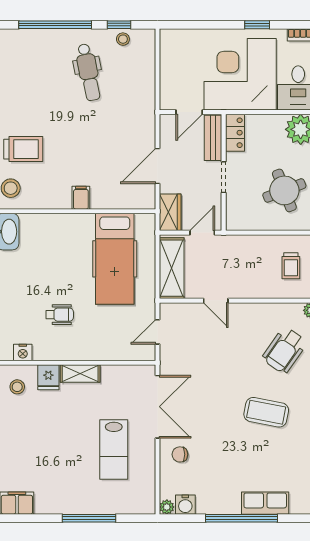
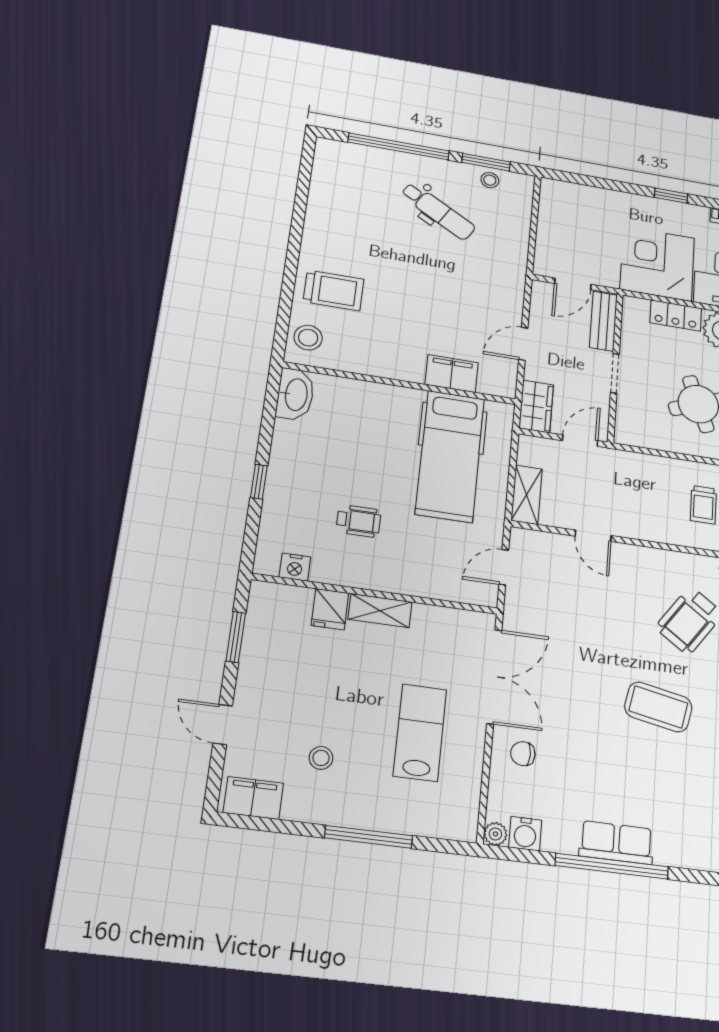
window: (119, 25) -> (486, 162), width x1.50
dental chair: (88, 72) -> (438, 211), turned -49
corner desk: (240, 74) -> (657, 264), width x0.74, depth x0.74
locker: (235, 133) -> (676, 315), moved, turned 90
door: (158, 166) -> (523, 344), width x0.73
filing cabinet: (81, 198) -> (452, 374), moved, width x2.00
shelving: (172, 268) -> (527, 495), width x0.67, depth x0.75
stool: (17, 387) -> (321, 758), moved
lab bench: (114, 450) -> (420, 733), turned 180
row of seats: (265, 503) -> (616, 842), moved

